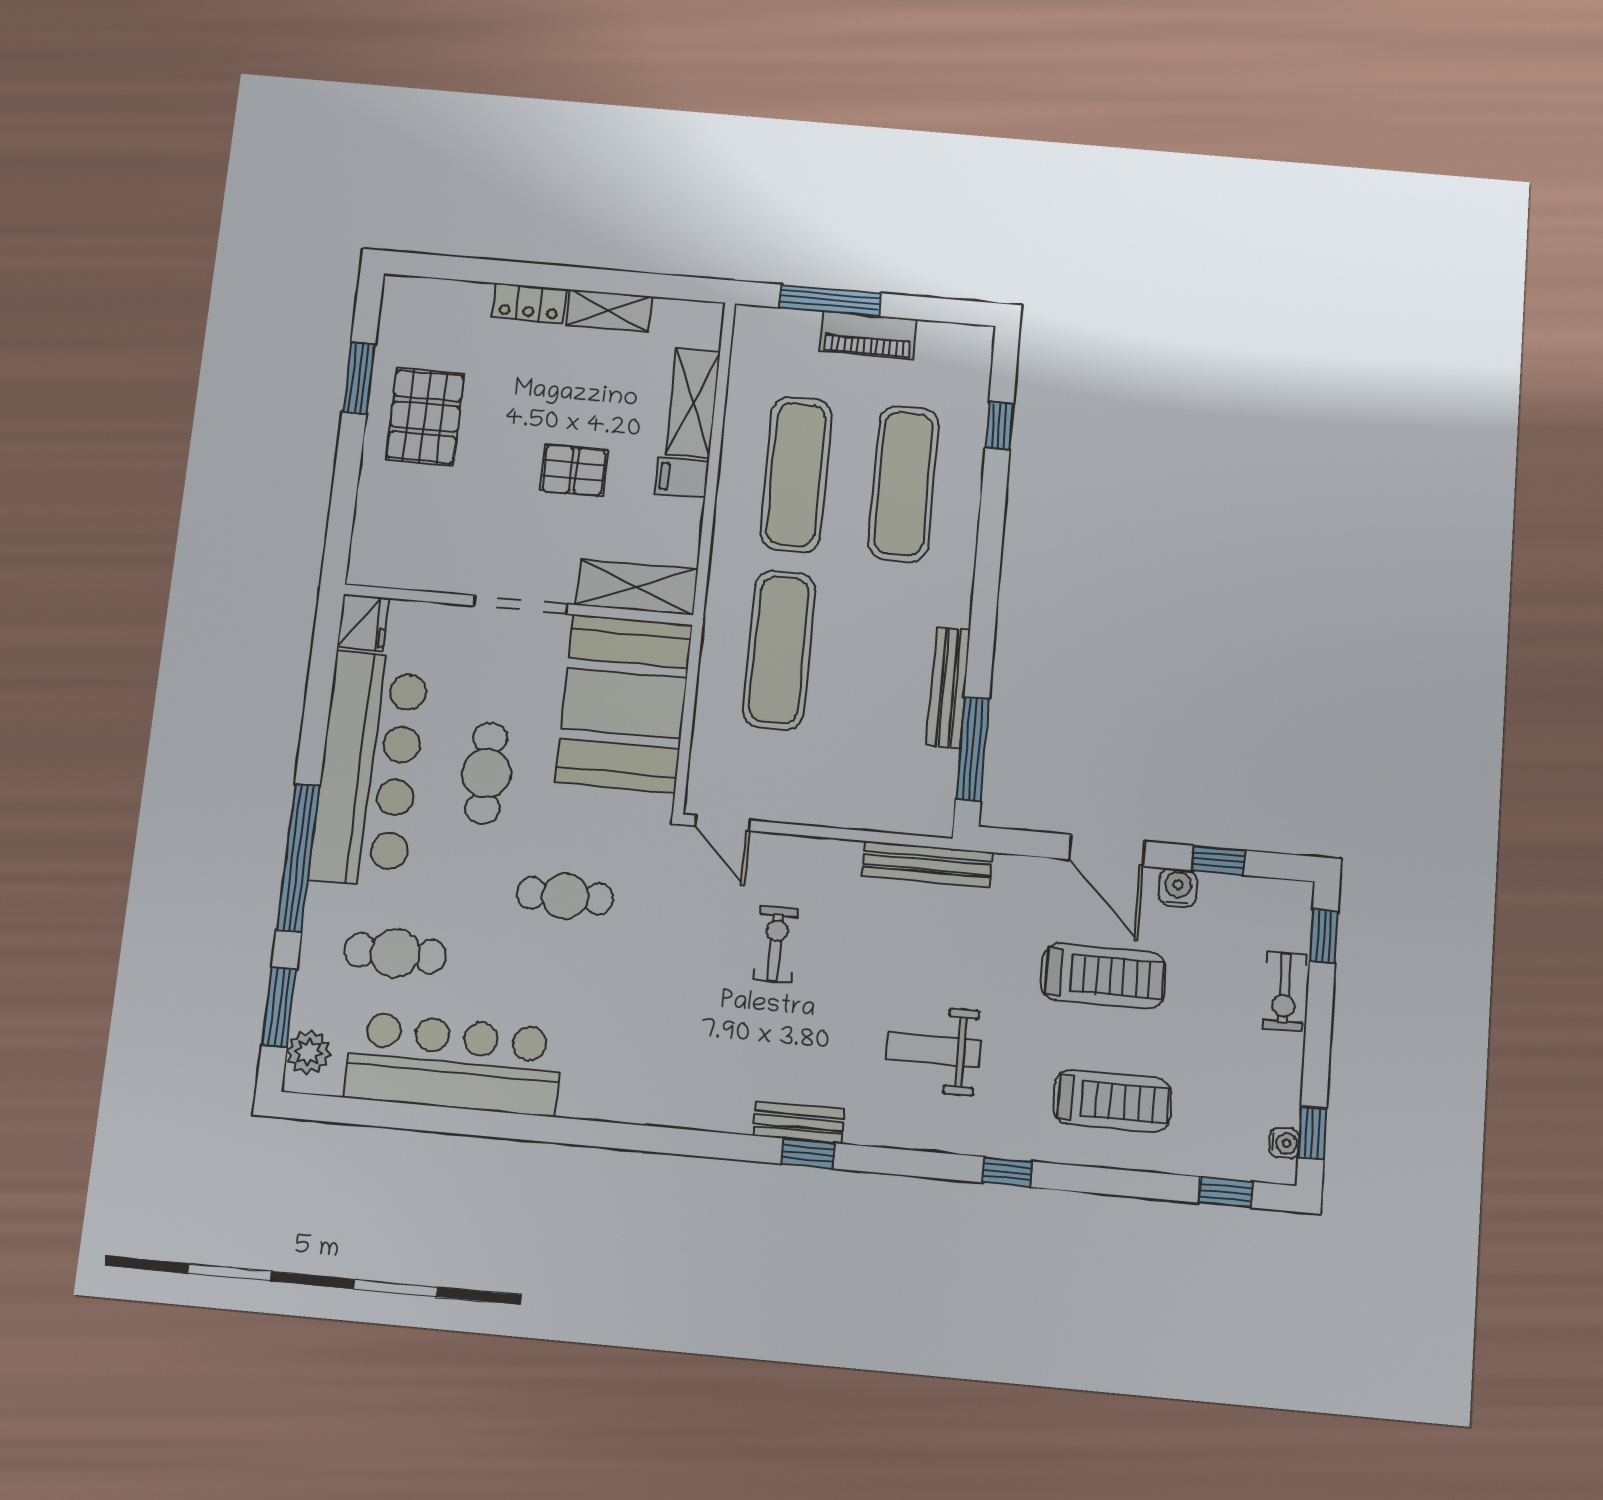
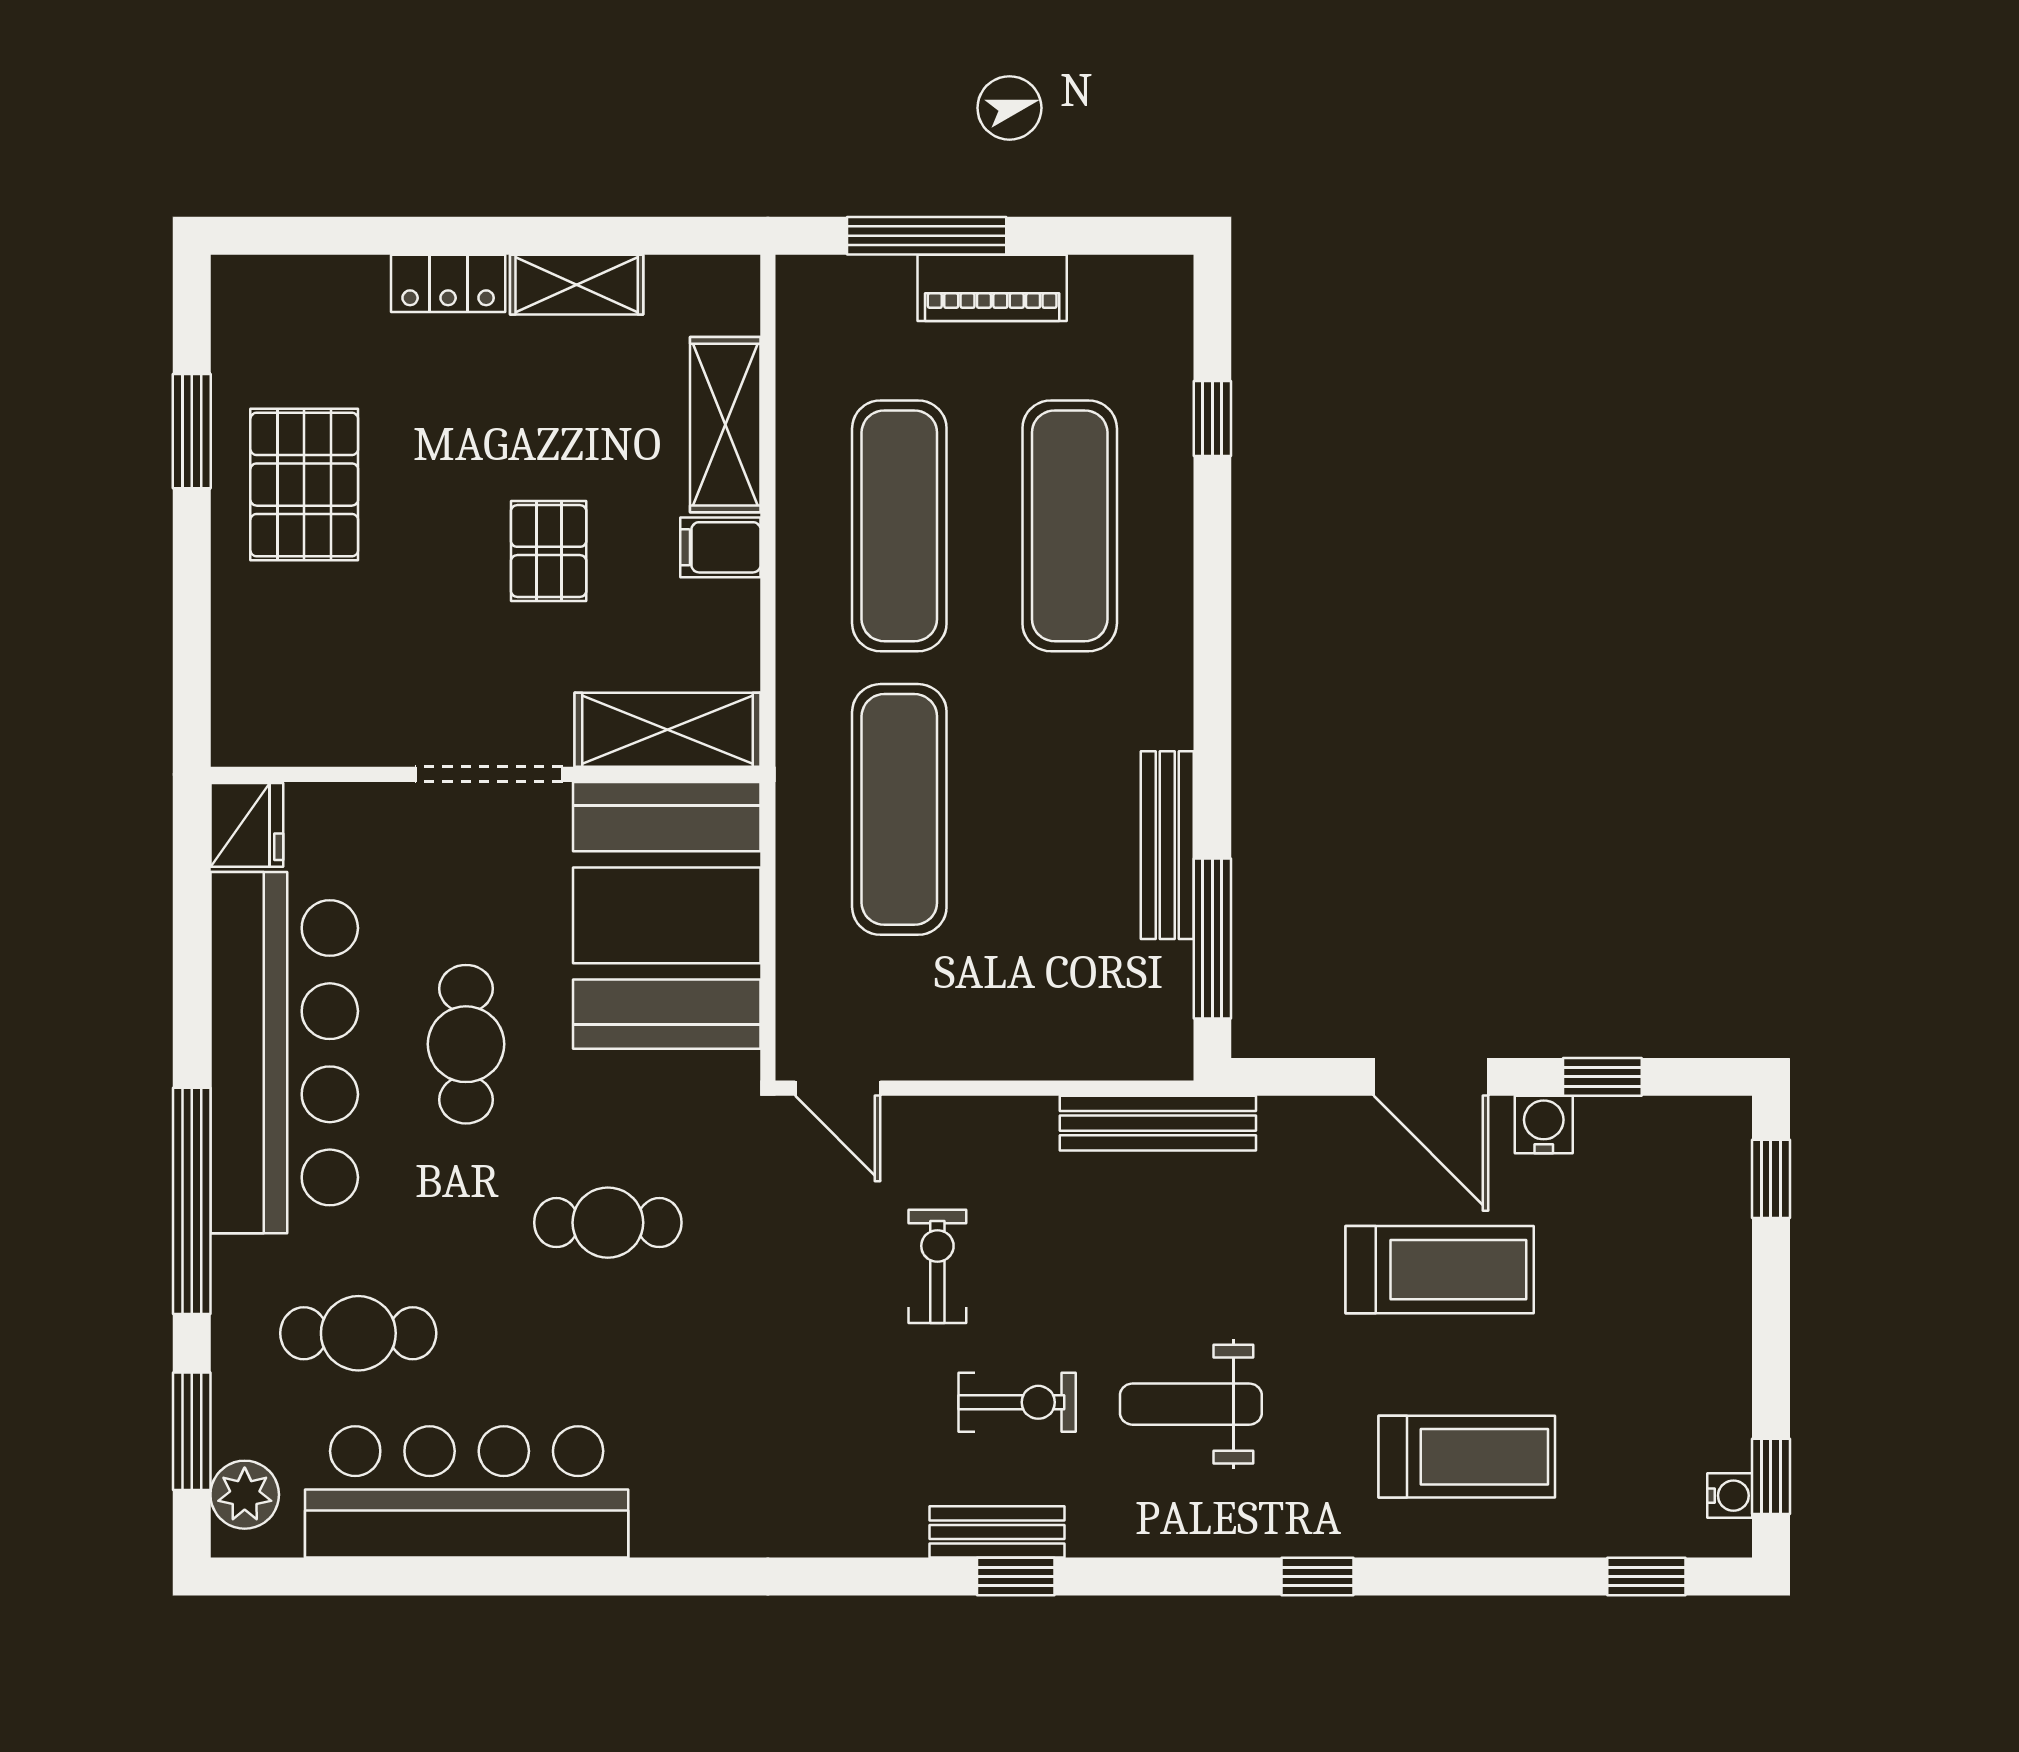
pallet: (574, 470) -> (549, 551), turned 90
exercise bike: (1284, 992) -> (1017, 1402), moved, turned -90

